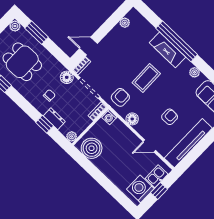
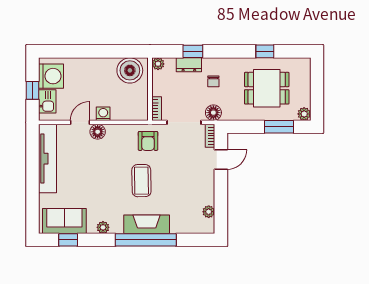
washing machine: (109, 117) -> (103, 114), moved
armchair: (170, 117) -> (87, 166), removed
floor lamp: (132, 119) -> (98, 132), moved

